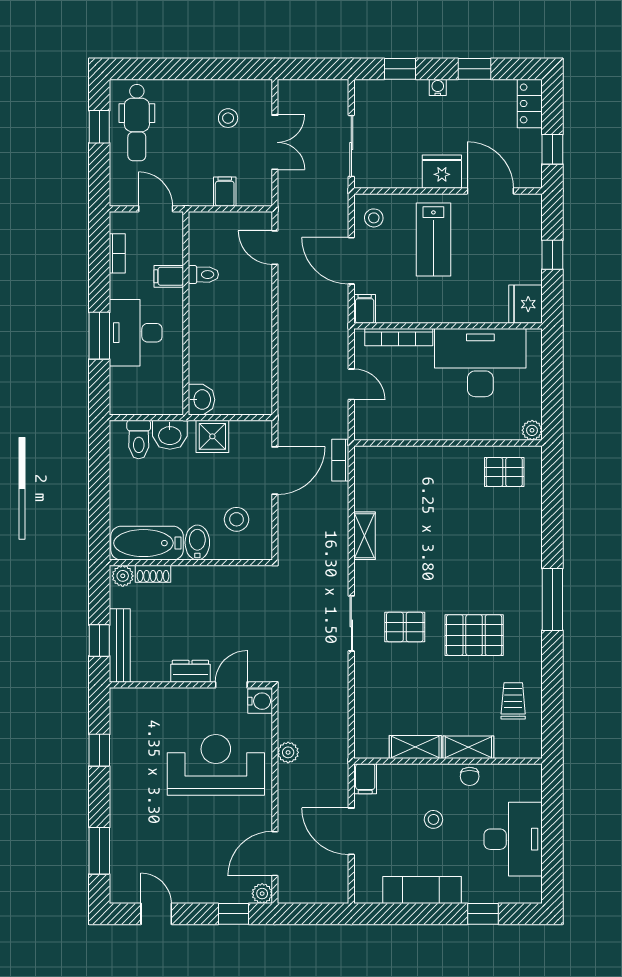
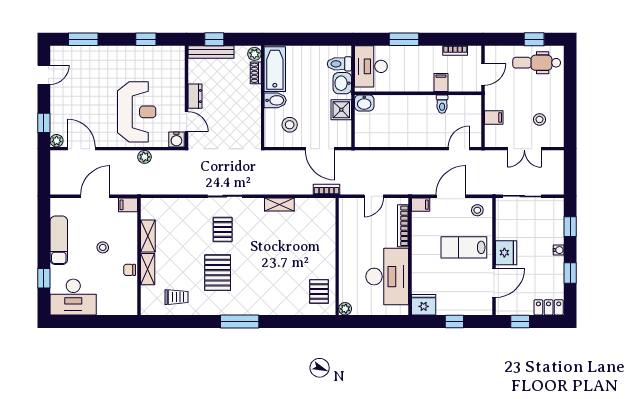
desk: (136, 333) -> (371, 66), moved, turned -90
desk: (513, 839) -> (73, 297), moved

